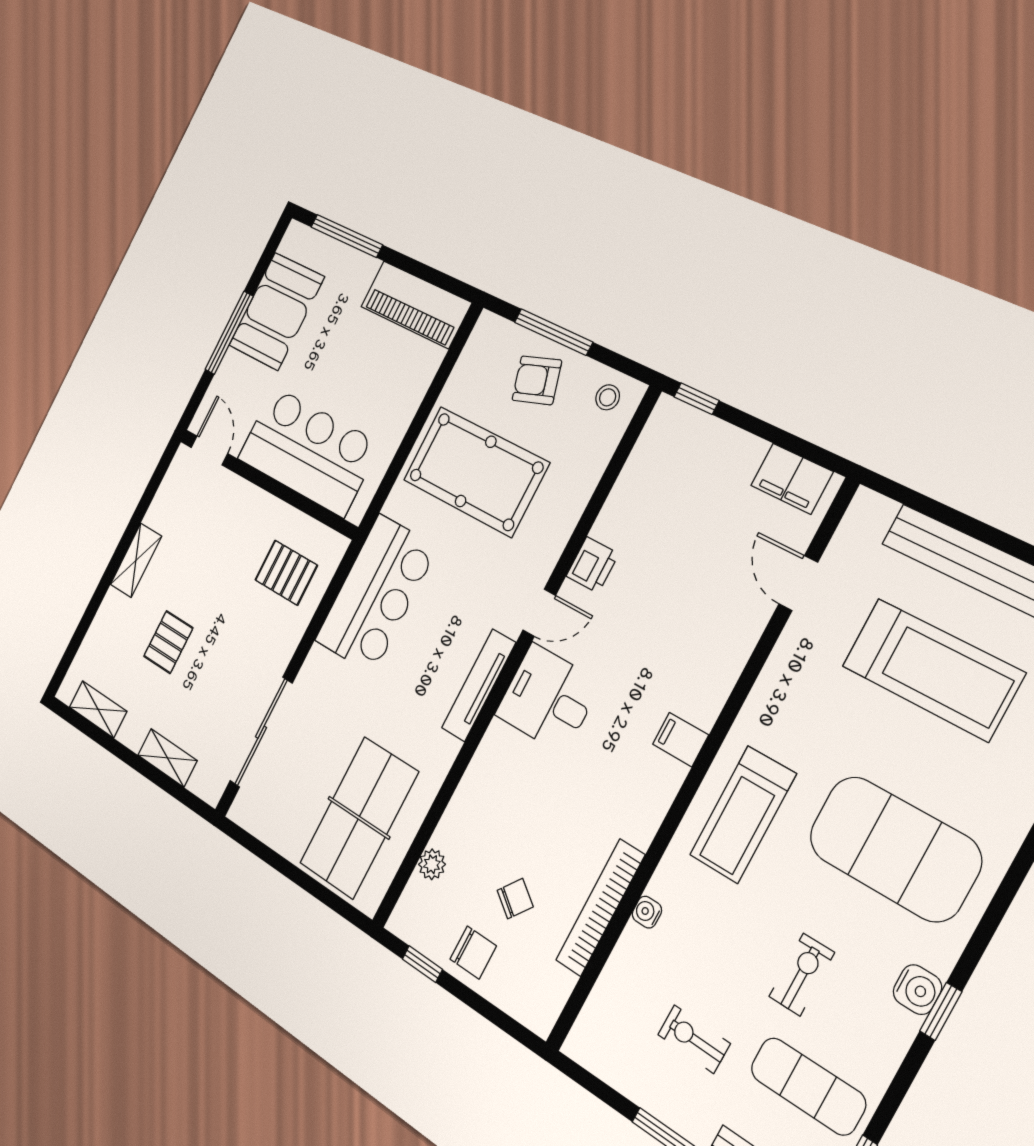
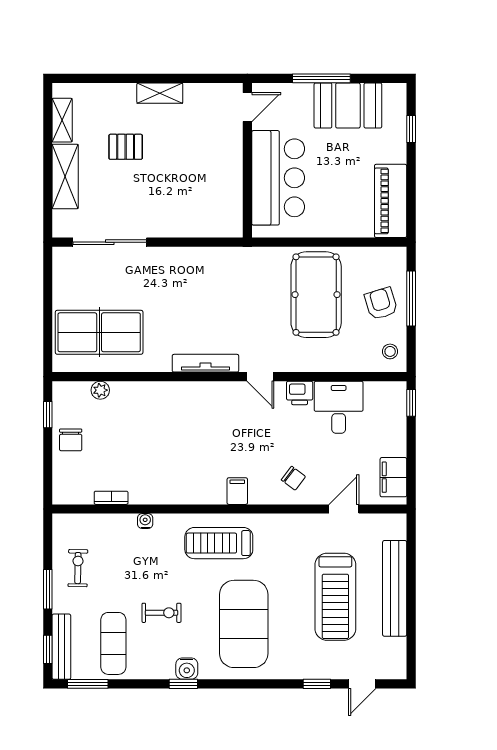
window: (347, 236) -> (411, 129), width x0.46
pallet: (286, 573) -> (204, 205), removed
bar counter: (376, 594) -> (221, 271), removed
desk: (548, 699) -> (339, 407), moved
shelving: (167, 758) -> (65, 176), width x1.50, depth x1.33
chair: (515, 899) -> (293, 478), moved
bookcase: (600, 908) -> (111, 498), width x0.43, depth x0.76
exercise bike: (694, 1039) -> (78, 568), moved

